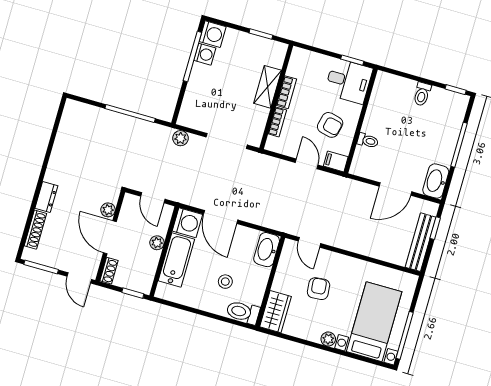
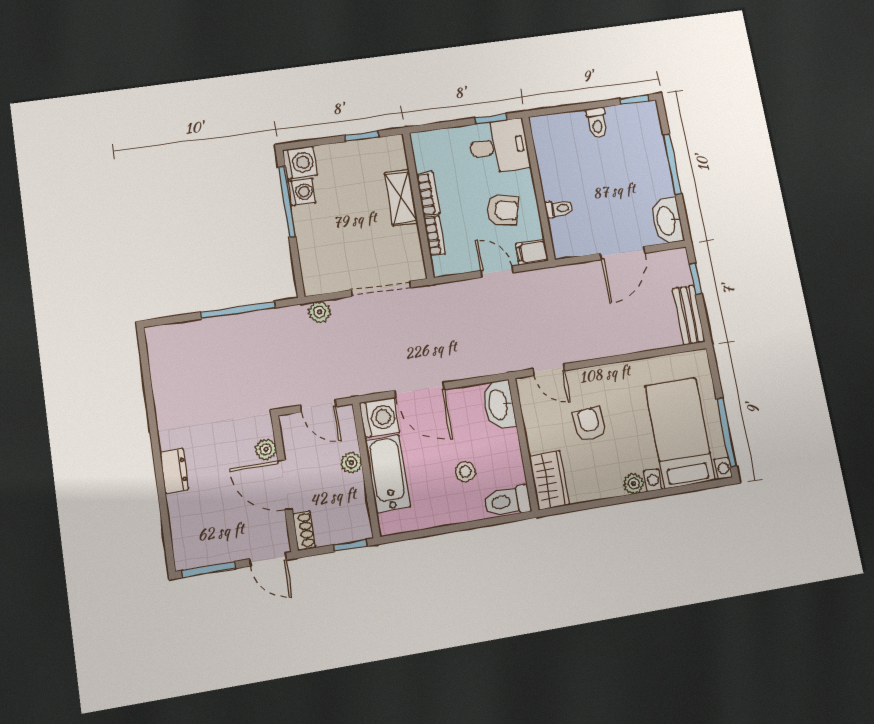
shoe rack: (35, 230) -> (179, 522), removed
bench: (421, 242) -> (689, 315), width x0.73

